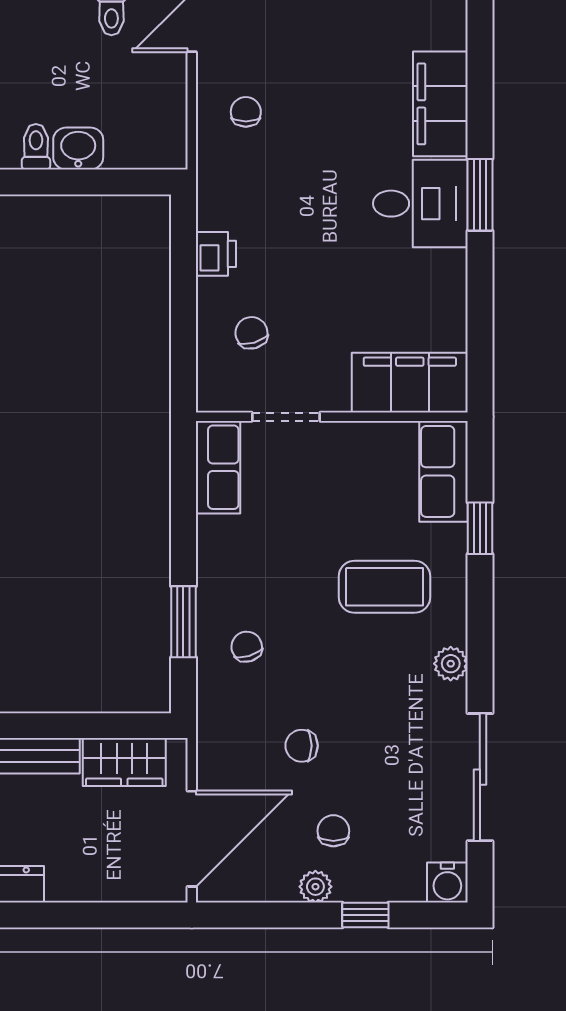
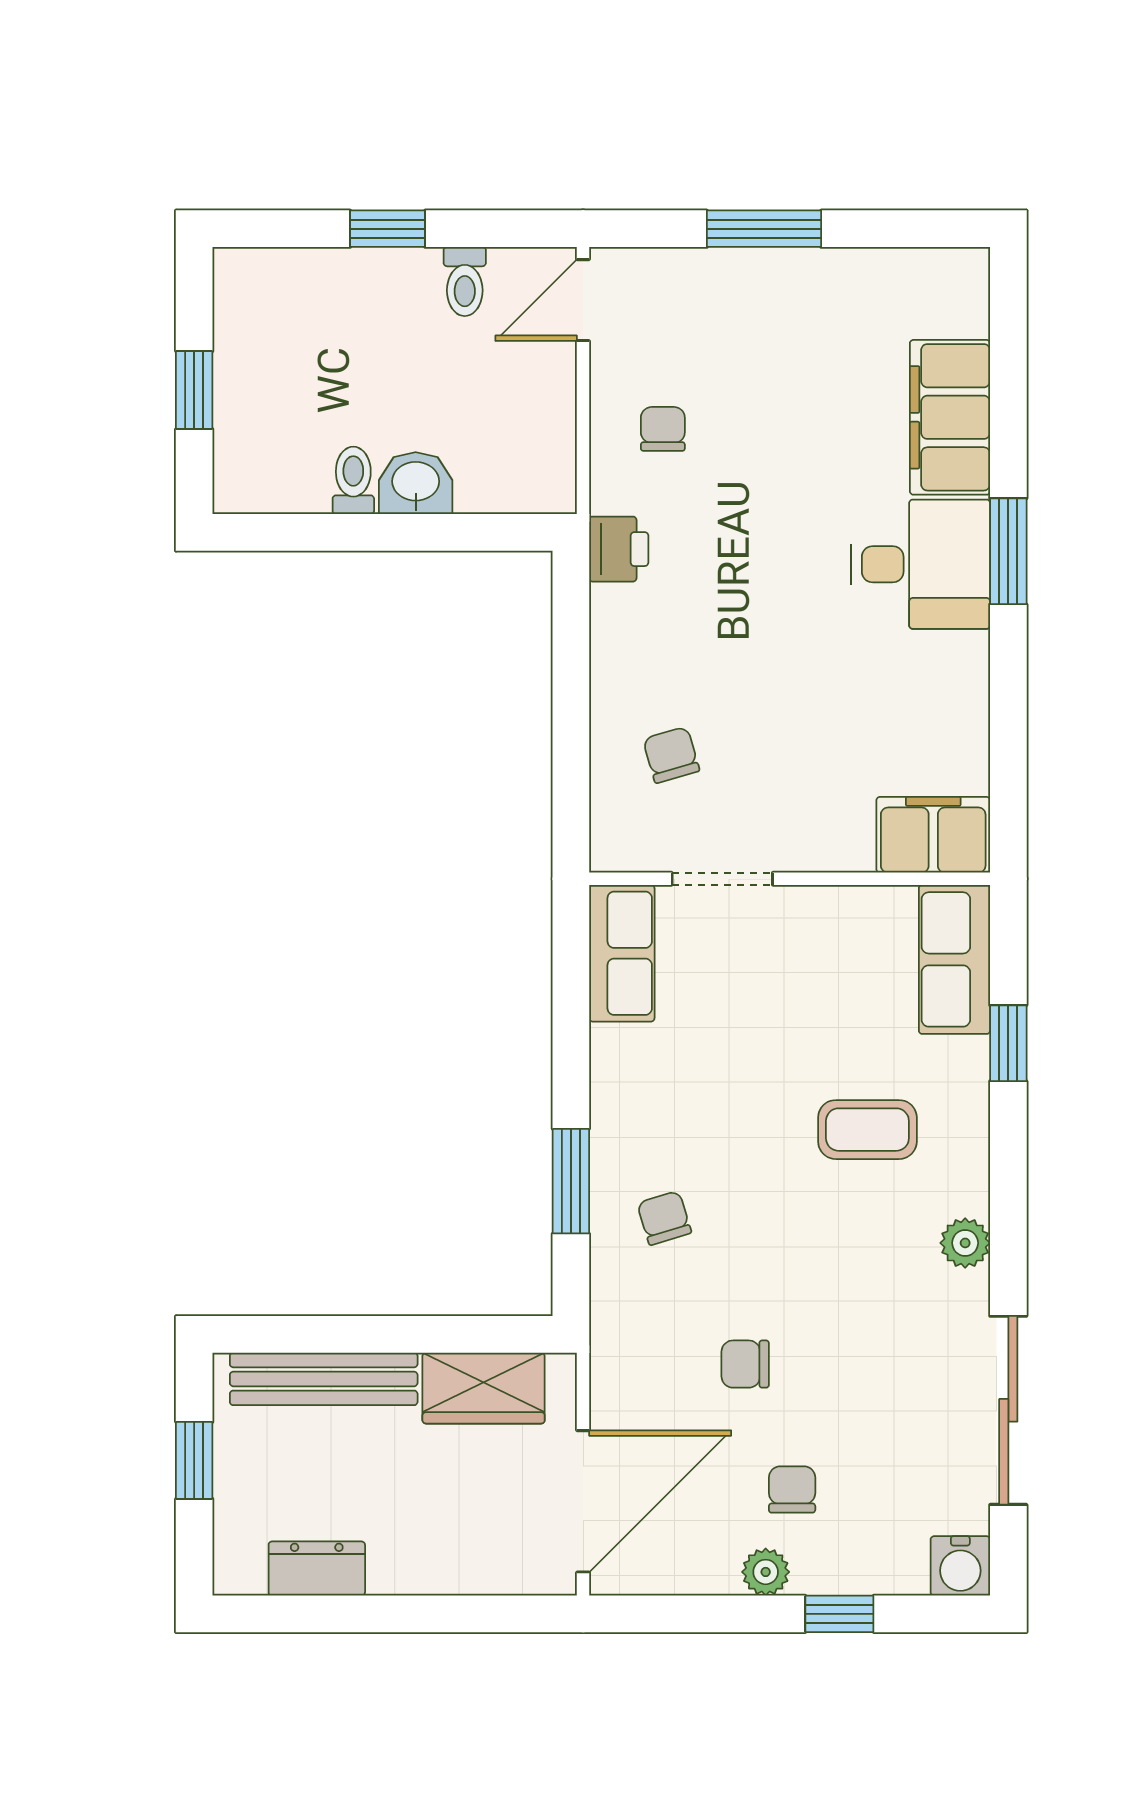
printer: (216, 254) -> (619, 549), moved
filing cabinet: (410, 383) -> (933, 835), width x0.67, depth x0.86
coffee table: (384, 587) -> (867, 1130), width x0.73, depth x0.77

